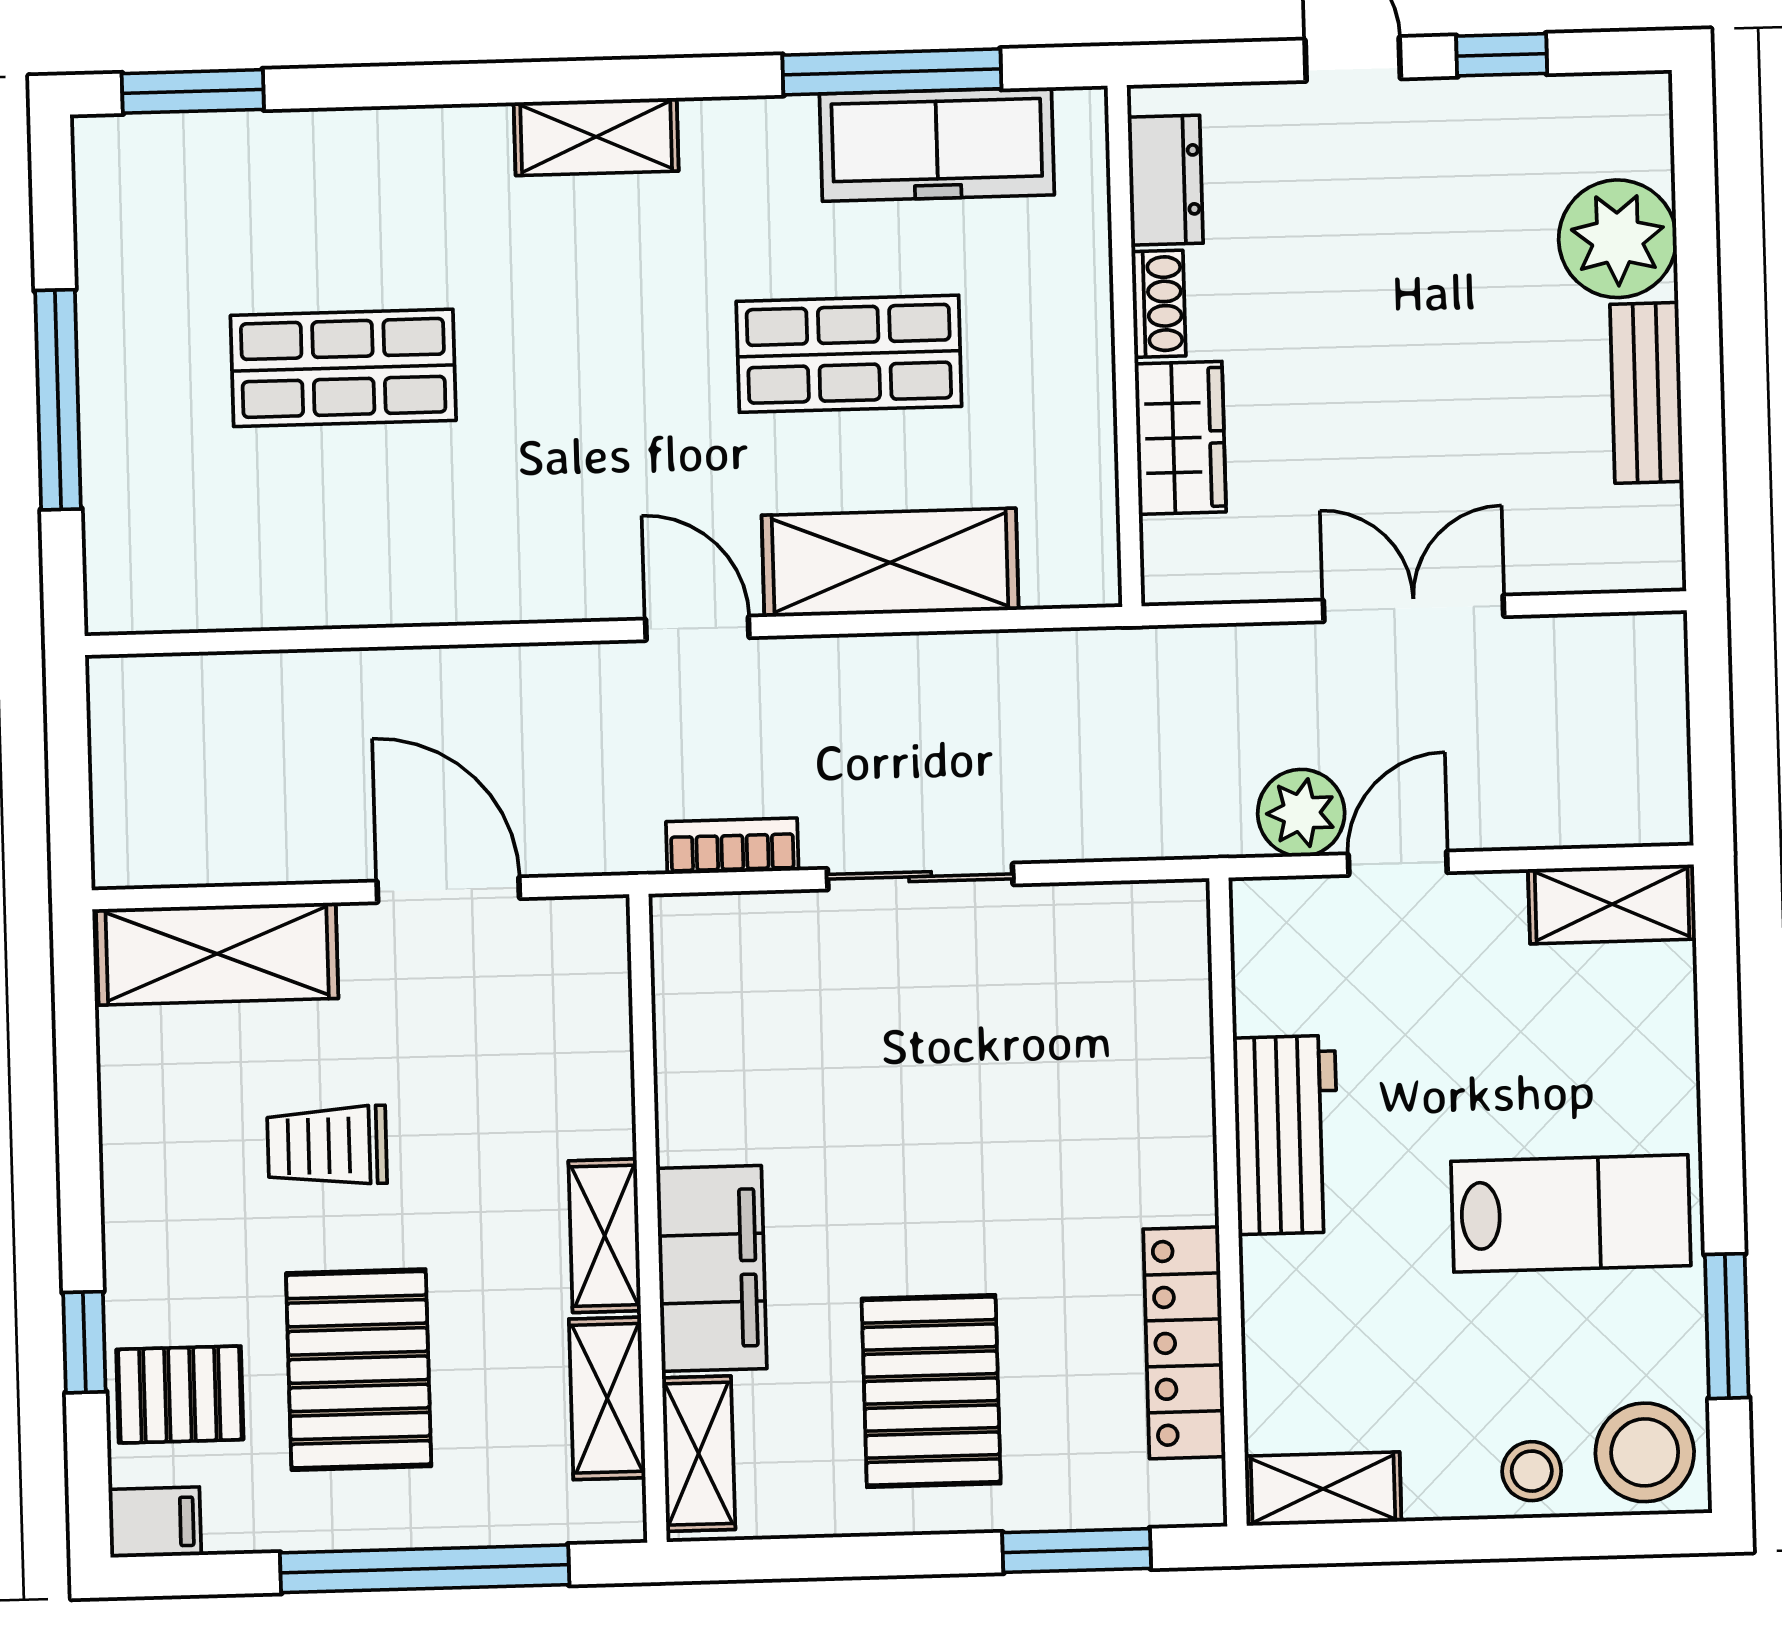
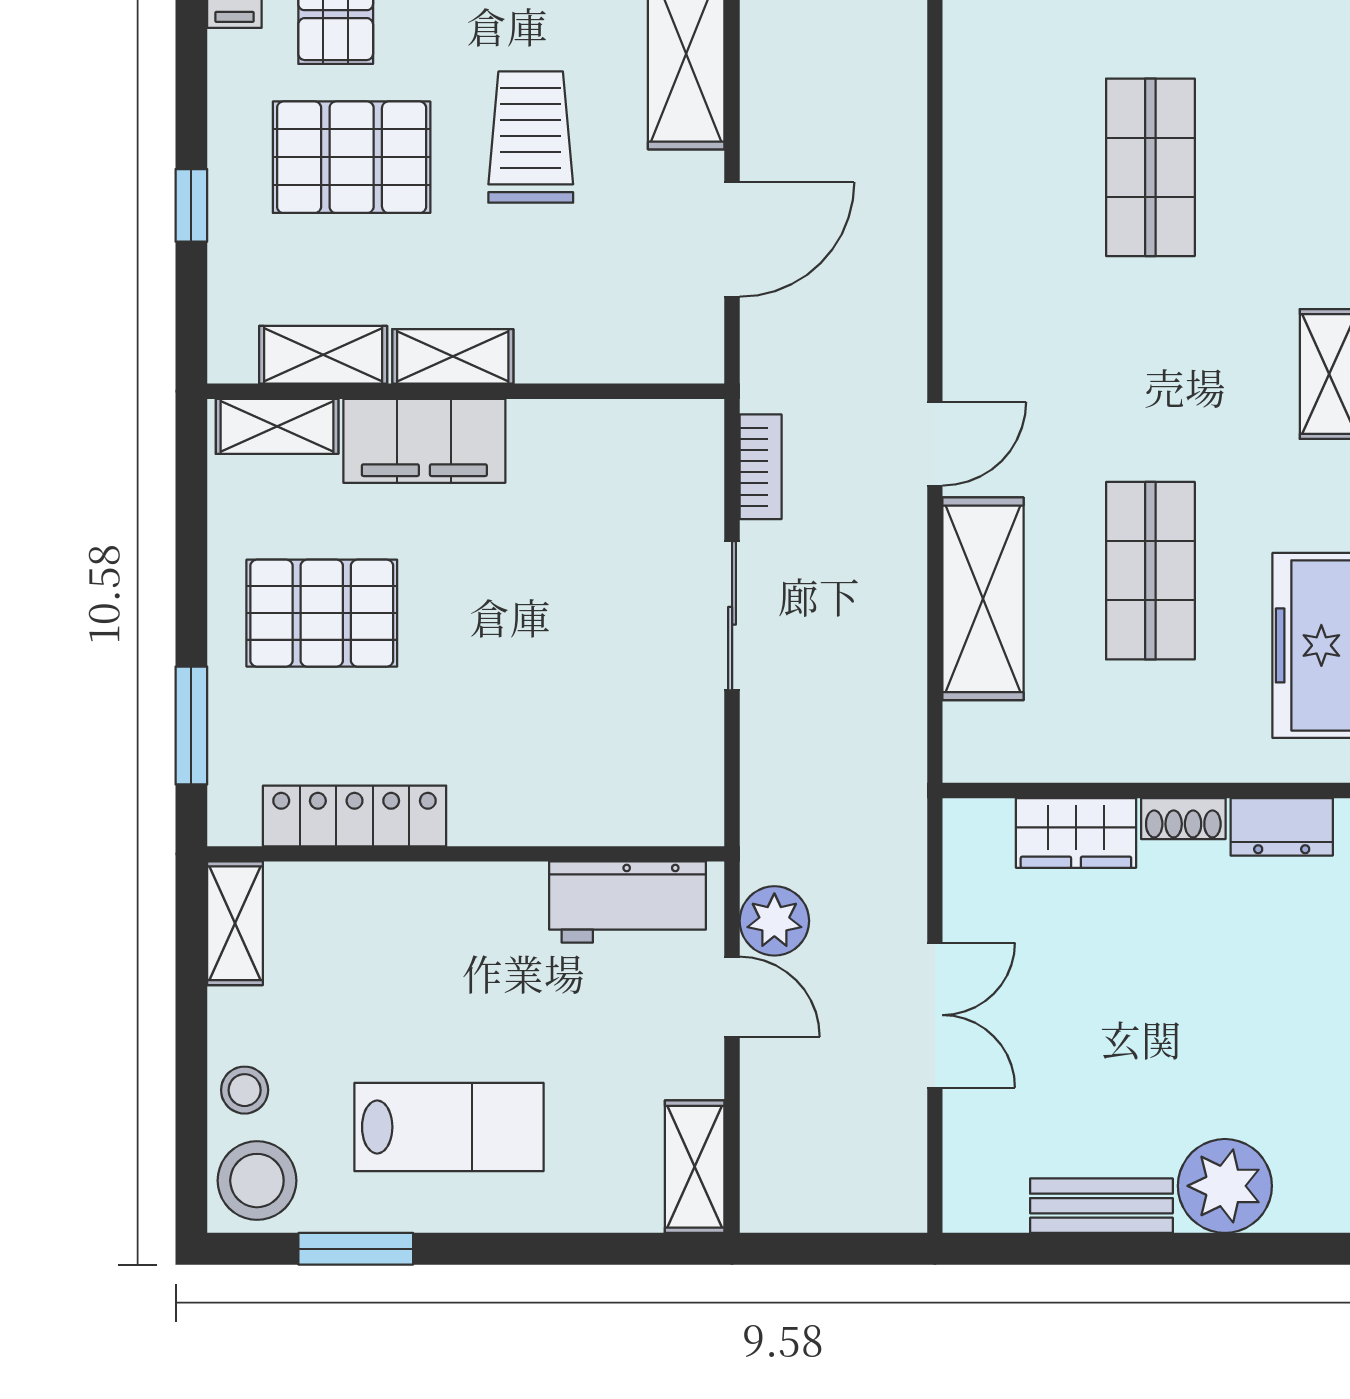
workbench: (1286, 1135) -> (627, 902), moved
trolley: (327, 1146) -> (531, 137), width x1.36, depth x1.39
lab bench: (1571, 1213) -> (449, 1127), turned -90
window: (425, 1569) -> (191, 205), width x0.32

